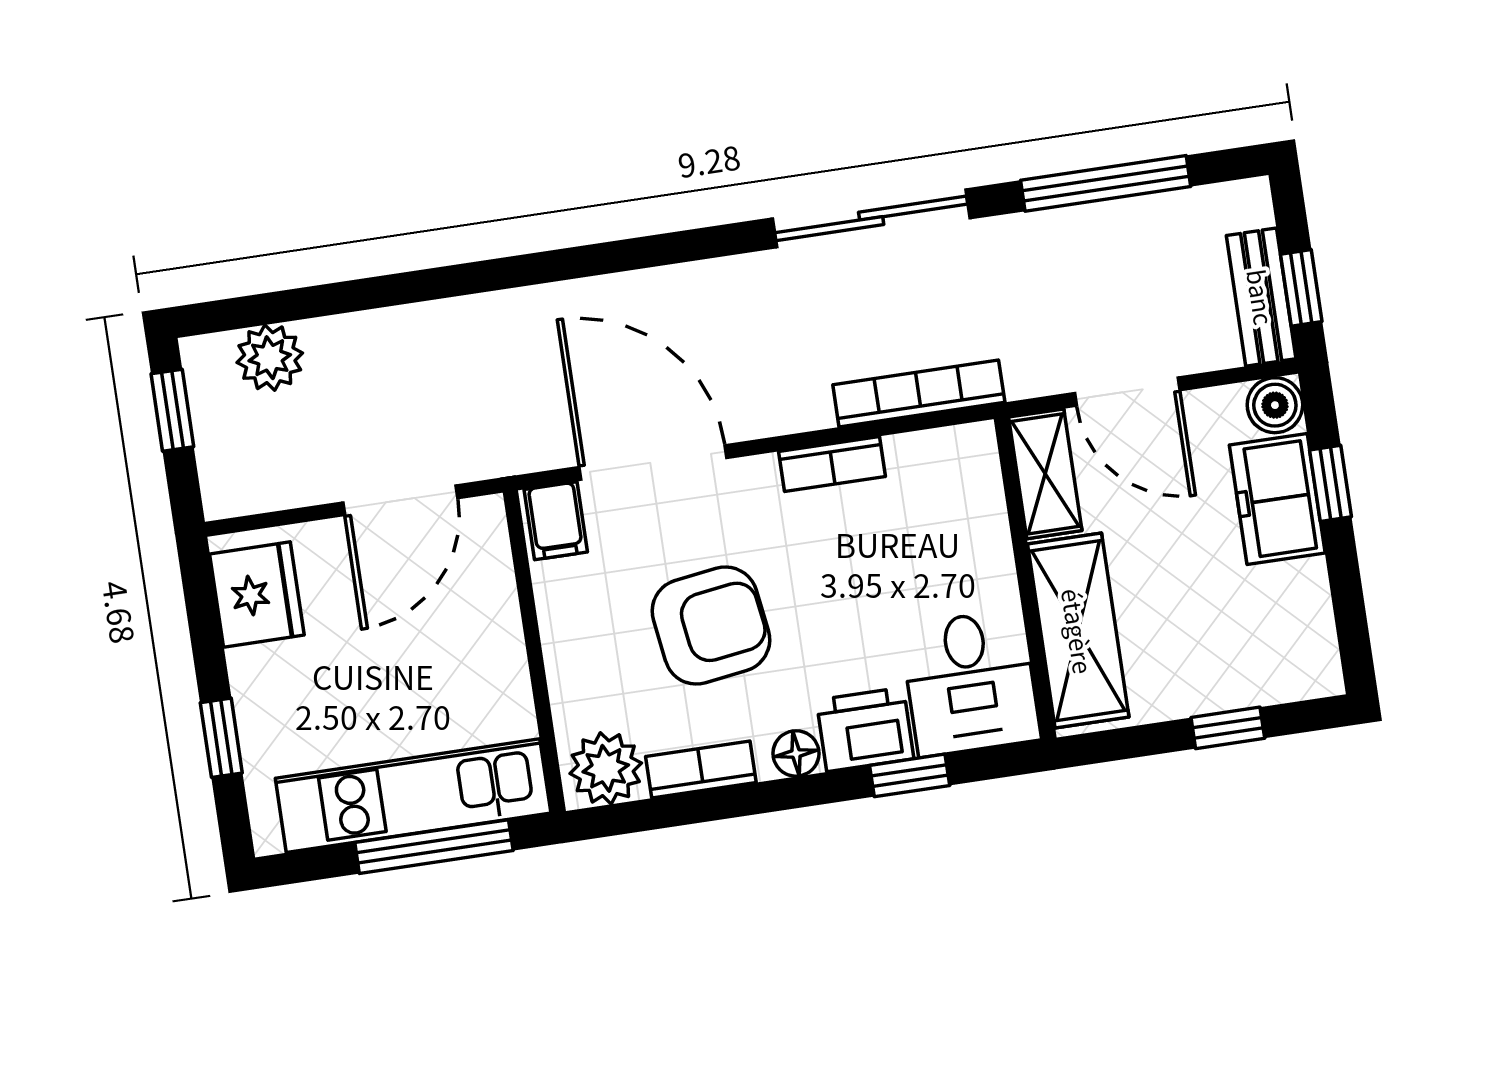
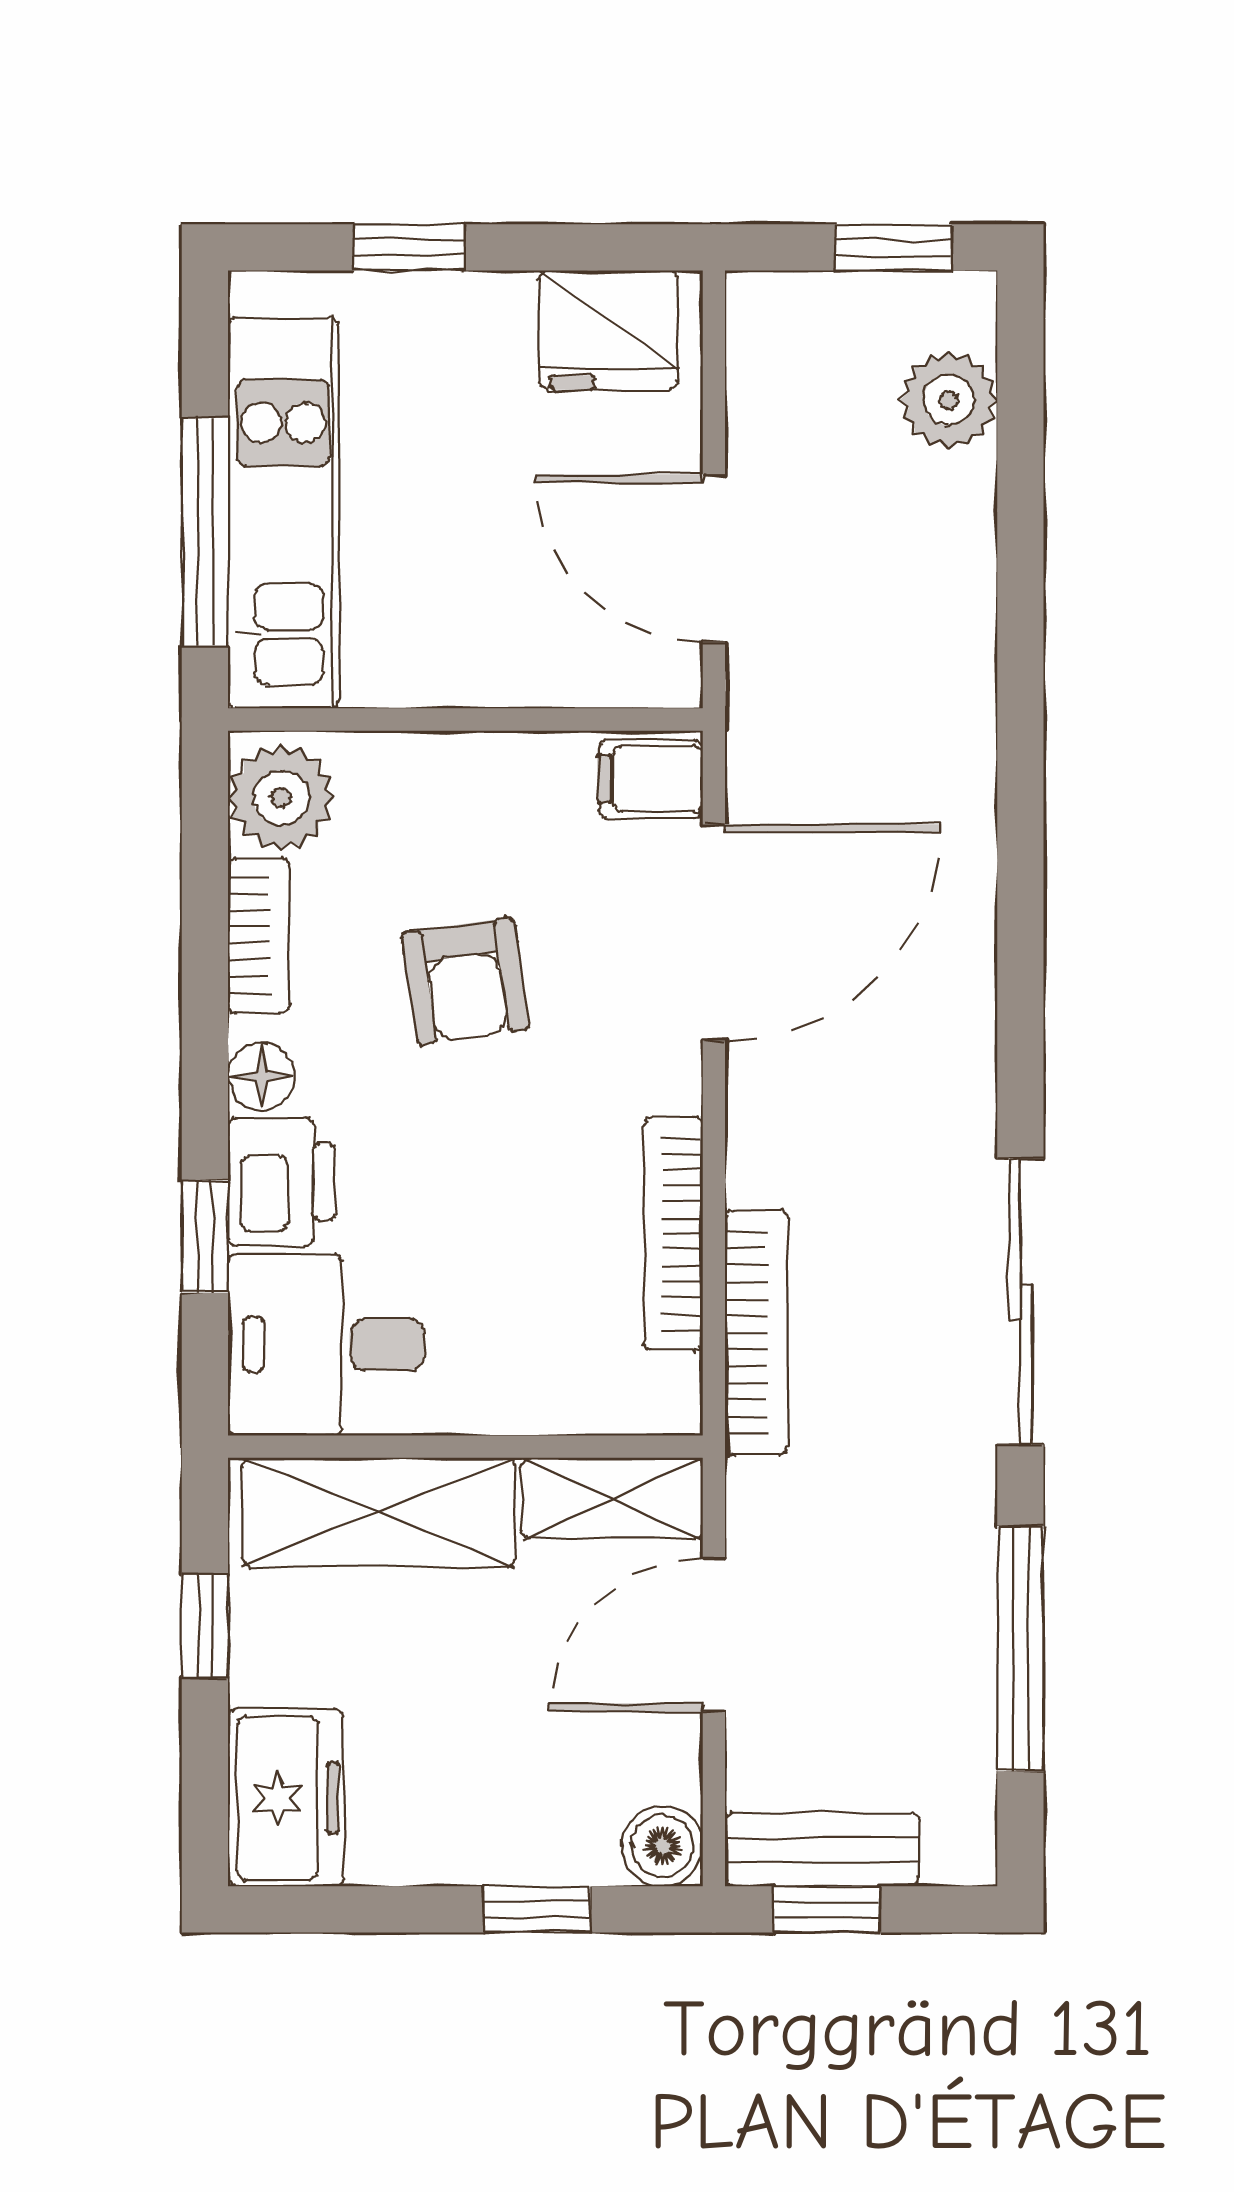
bookcase: (832, 464) -> (673, 1233), width x1.56
freezer: (1277, 499) -> (286, 1798), moved, turned 90
armchair: (711, 626) -> (465, 981), width x0.72, depth x0.72
window: (1228, 728) -> (205, 1626), moved

